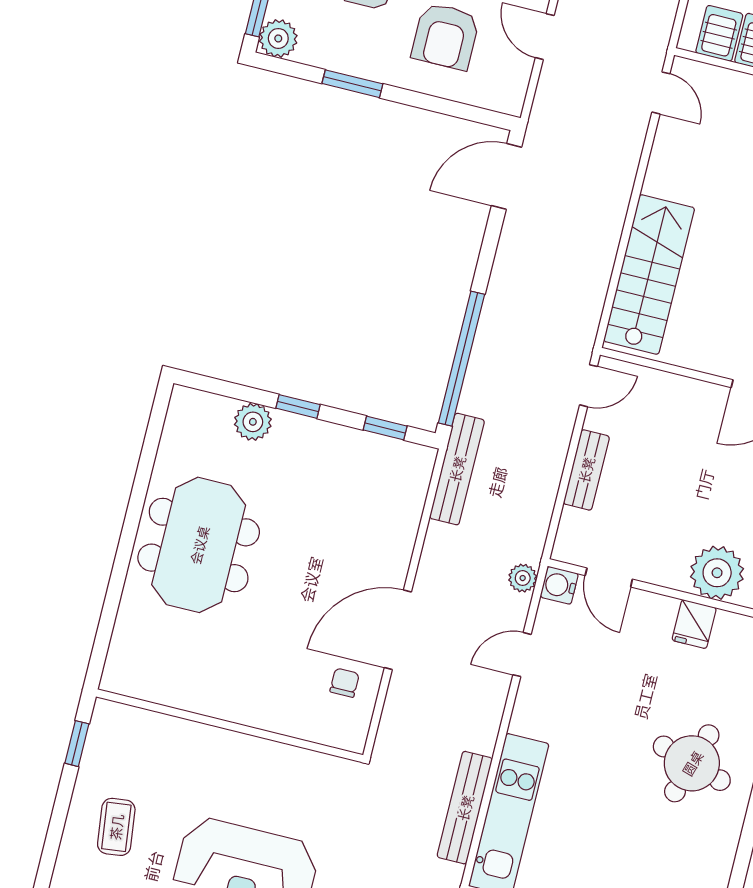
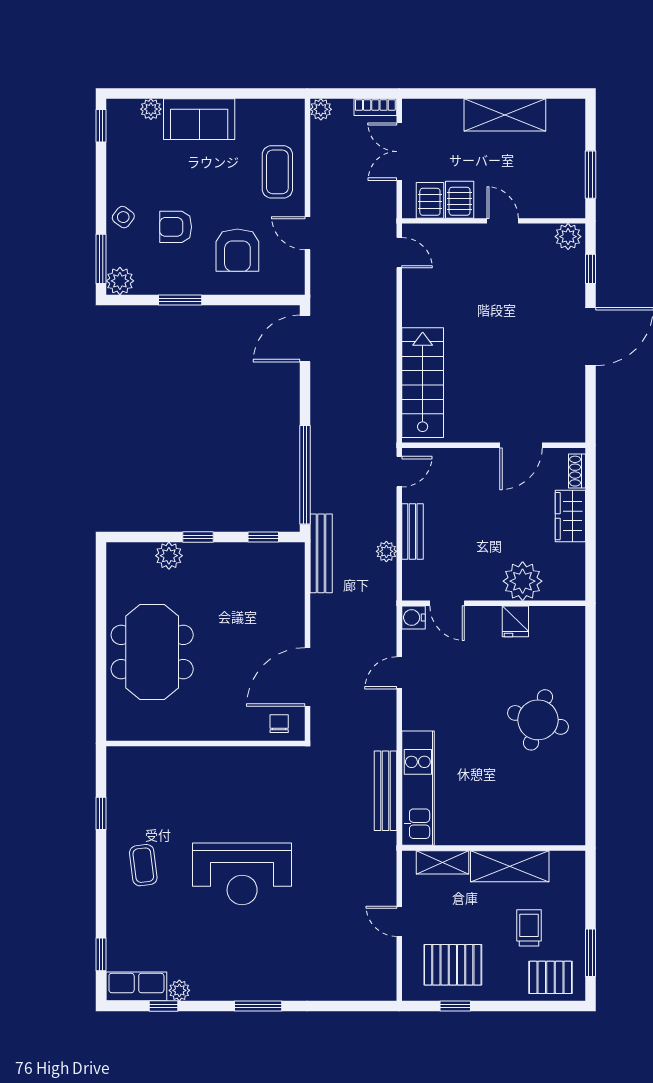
plant: (523, 578) -> (386, 551), moved
wall: (230, 726) -> (205, 744), moved

